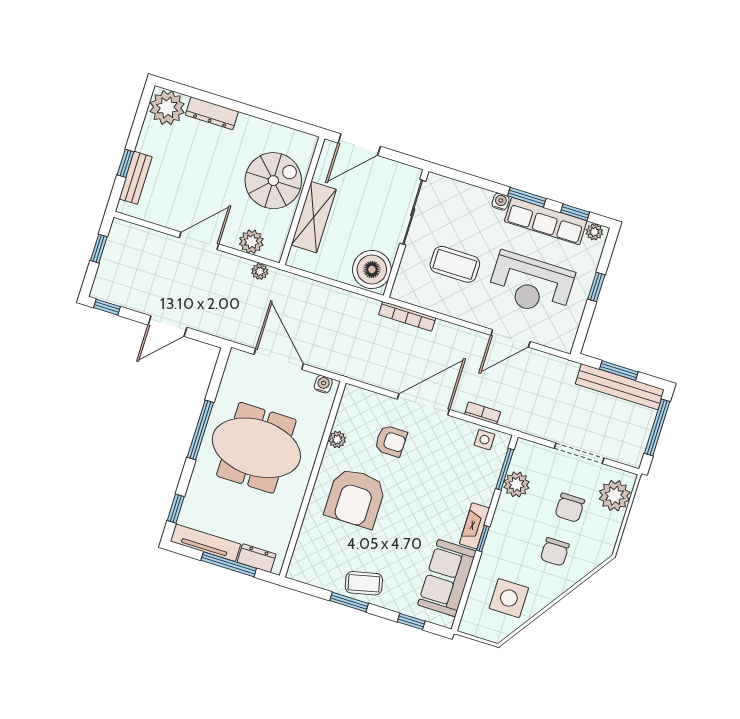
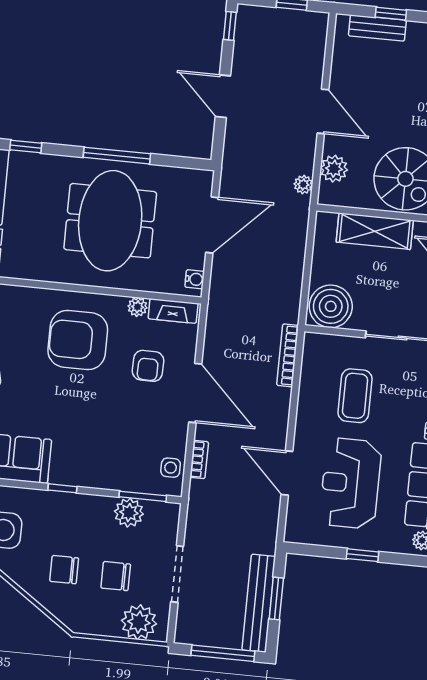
fireplace: (474, 526) -> (173, 311), moved, turned 180

